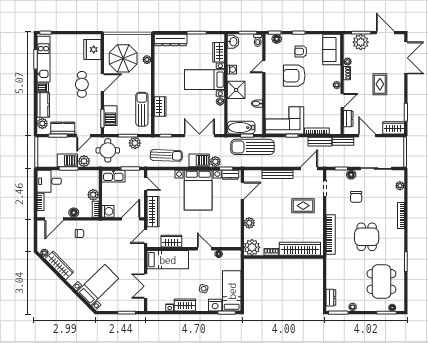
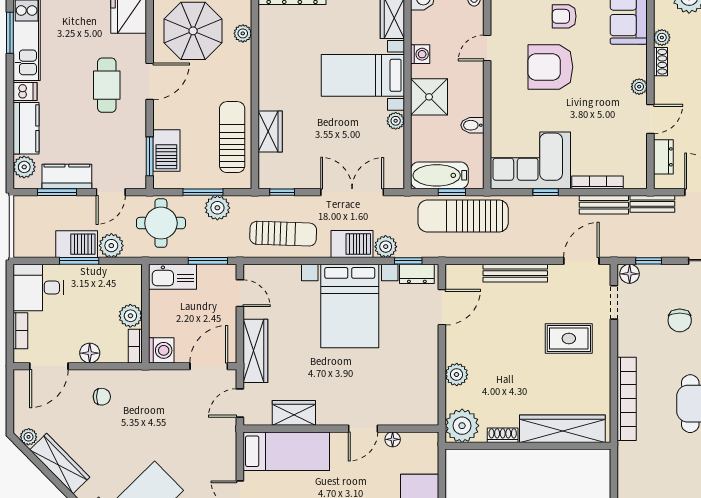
floor lamp: (351, 175) -> (630, 274), moved
door: (205, 249) -> (363, 429), swing flipped

